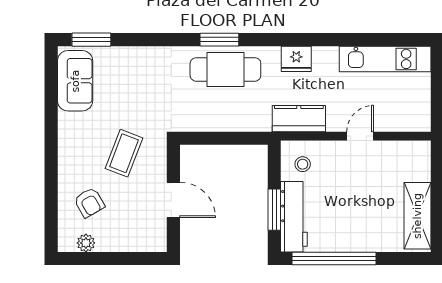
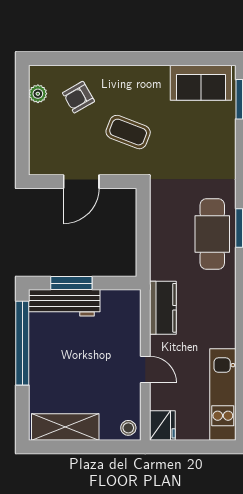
fridge: (296, 59) -> (162, 426), moved, turned 180
stool: (303, 164) -> (128, 428), moved

